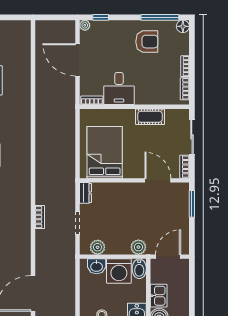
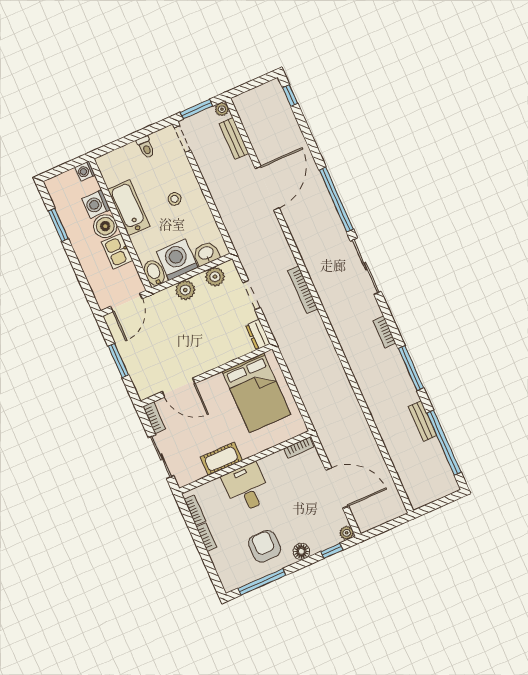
floor lamp: (183, 26) -> (301, 551), moved
armchair: (147, 42) -> (265, 546), turned 90
desk: (119, 88) -> (246, 488), moved
window: (192, 204) -> (118, 360), moved
bookcase: (40, 217) -> (303, 290), width x1.56
plant: (138, 247) -> (185, 290), moved

